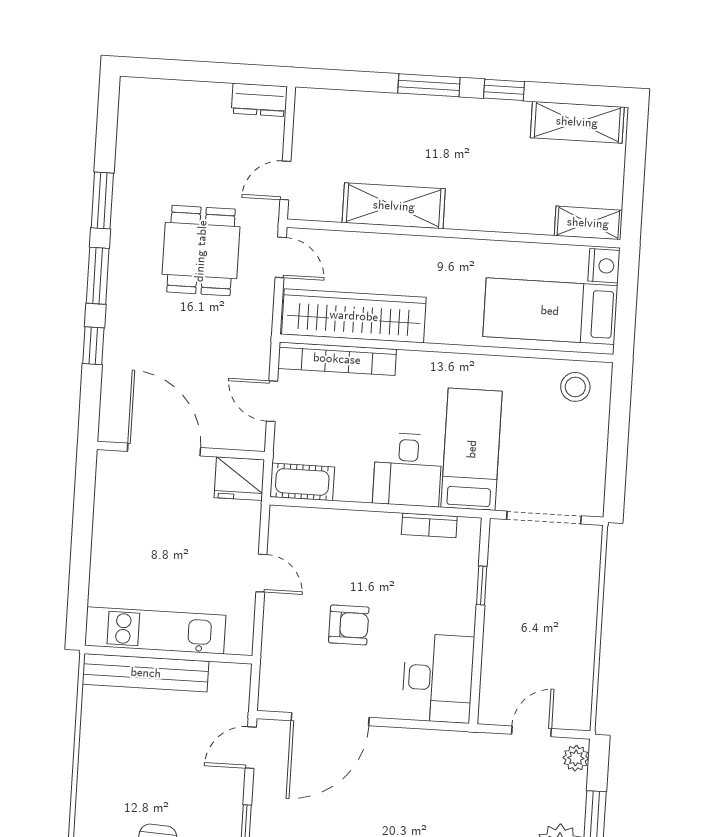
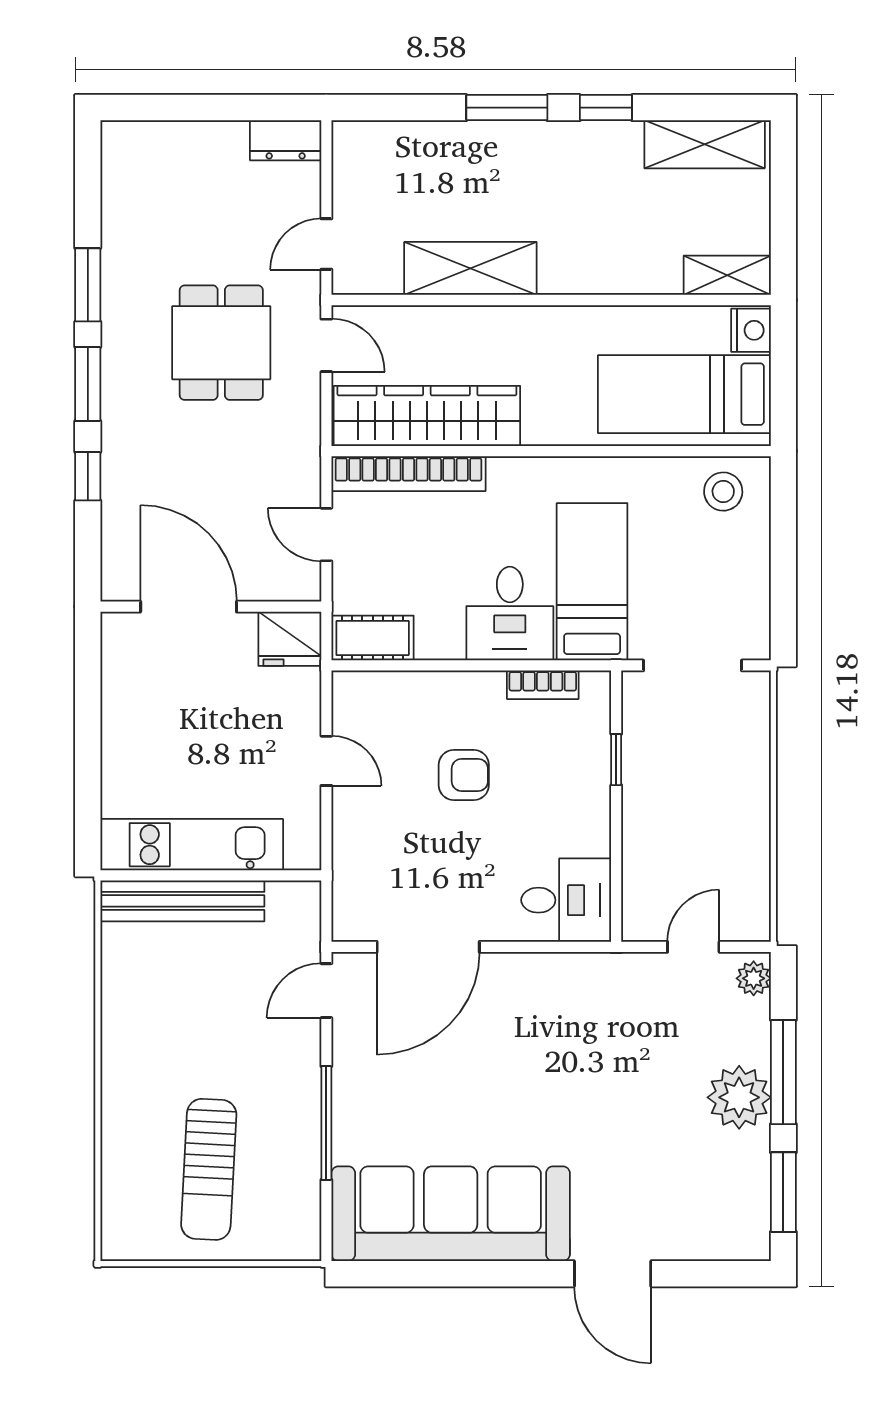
armchair: (349, 625) -> (464, 775), moved
desk: (438, 678) -> (566, 900), width x0.73

